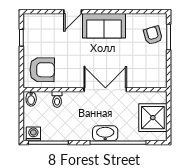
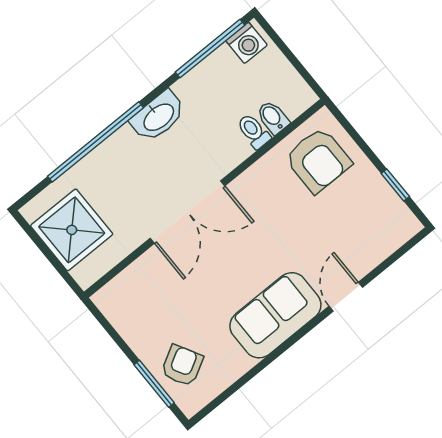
armchair: (153, 35) -> (182, 365), turned -103
armchair: (42, 70) -> (318, 160), turned -91
bidet: (31, 99) -> (273, 117), moved
washbasin: (105, 133) -> (158, 116), moved

